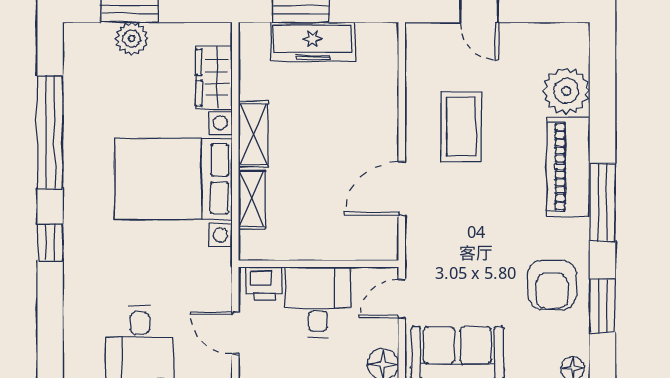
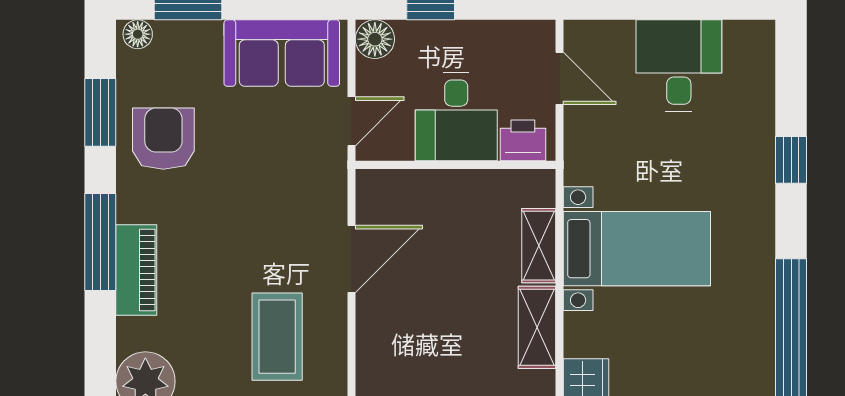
piano: (568, 167) -> (136, 270), width x0.73, depth x0.75
bed with nightstands: (173, 179) -> (637, 249), width x0.73
window: (50, 242) -> (791, 160), moved

